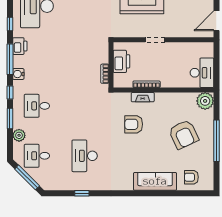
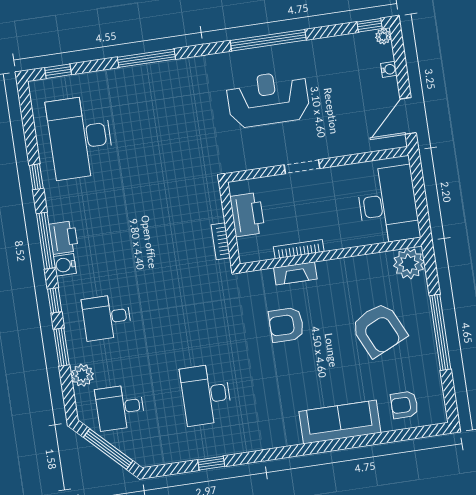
printer: (20, 46) -> (63, 238), moved
desk: (202, 73) -> (388, 205), width x1.36, depth x1.30

